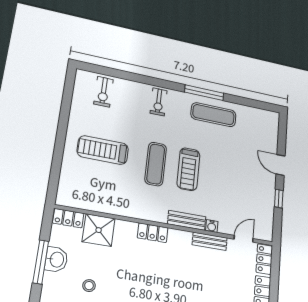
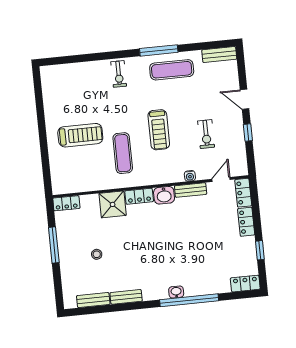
exercise bike: (104, 92) -> (206, 134), moved
treadmill: (103, 150) -> (80, 135), turned 180
exercise mat: (156, 164) -> (123, 153), moved
bench: (187, 220) -> (219, 55), moved
shower: (99, 230) -> (113, 204), moved
washbasin: (56, 259) -> (164, 195), moved, turned 90

